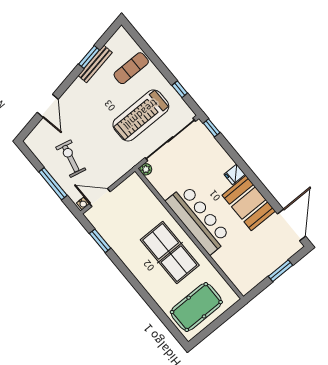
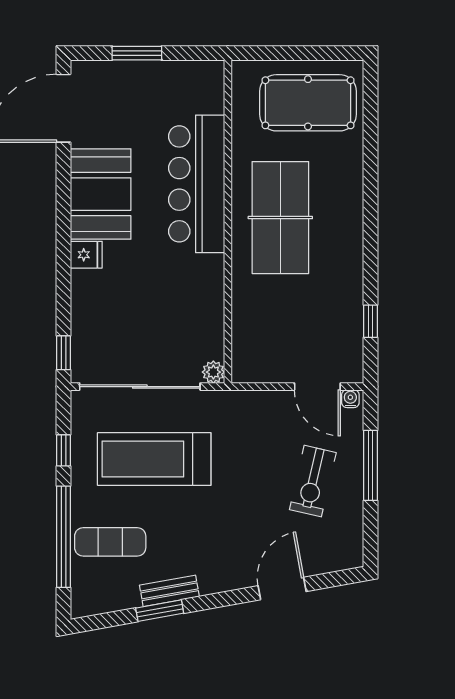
window: (151, 55) -> (64, 537), added
bench: (95, 64) -> (169, 591), width x0.73
treadmill: (141, 115) -> (154, 459), turned 180
bar counter: (198, 219) -> (197, 184), moved
window: (100, 241) -> (370, 321), width x0.67

